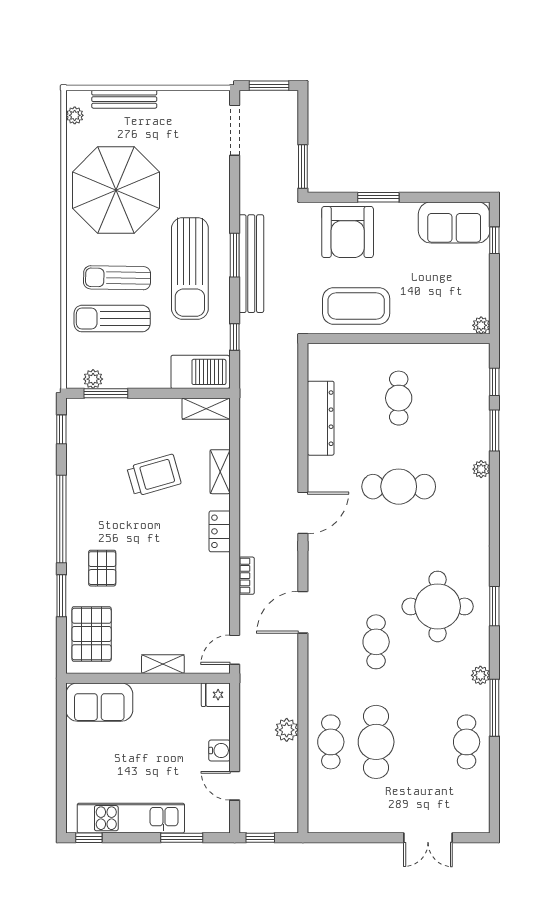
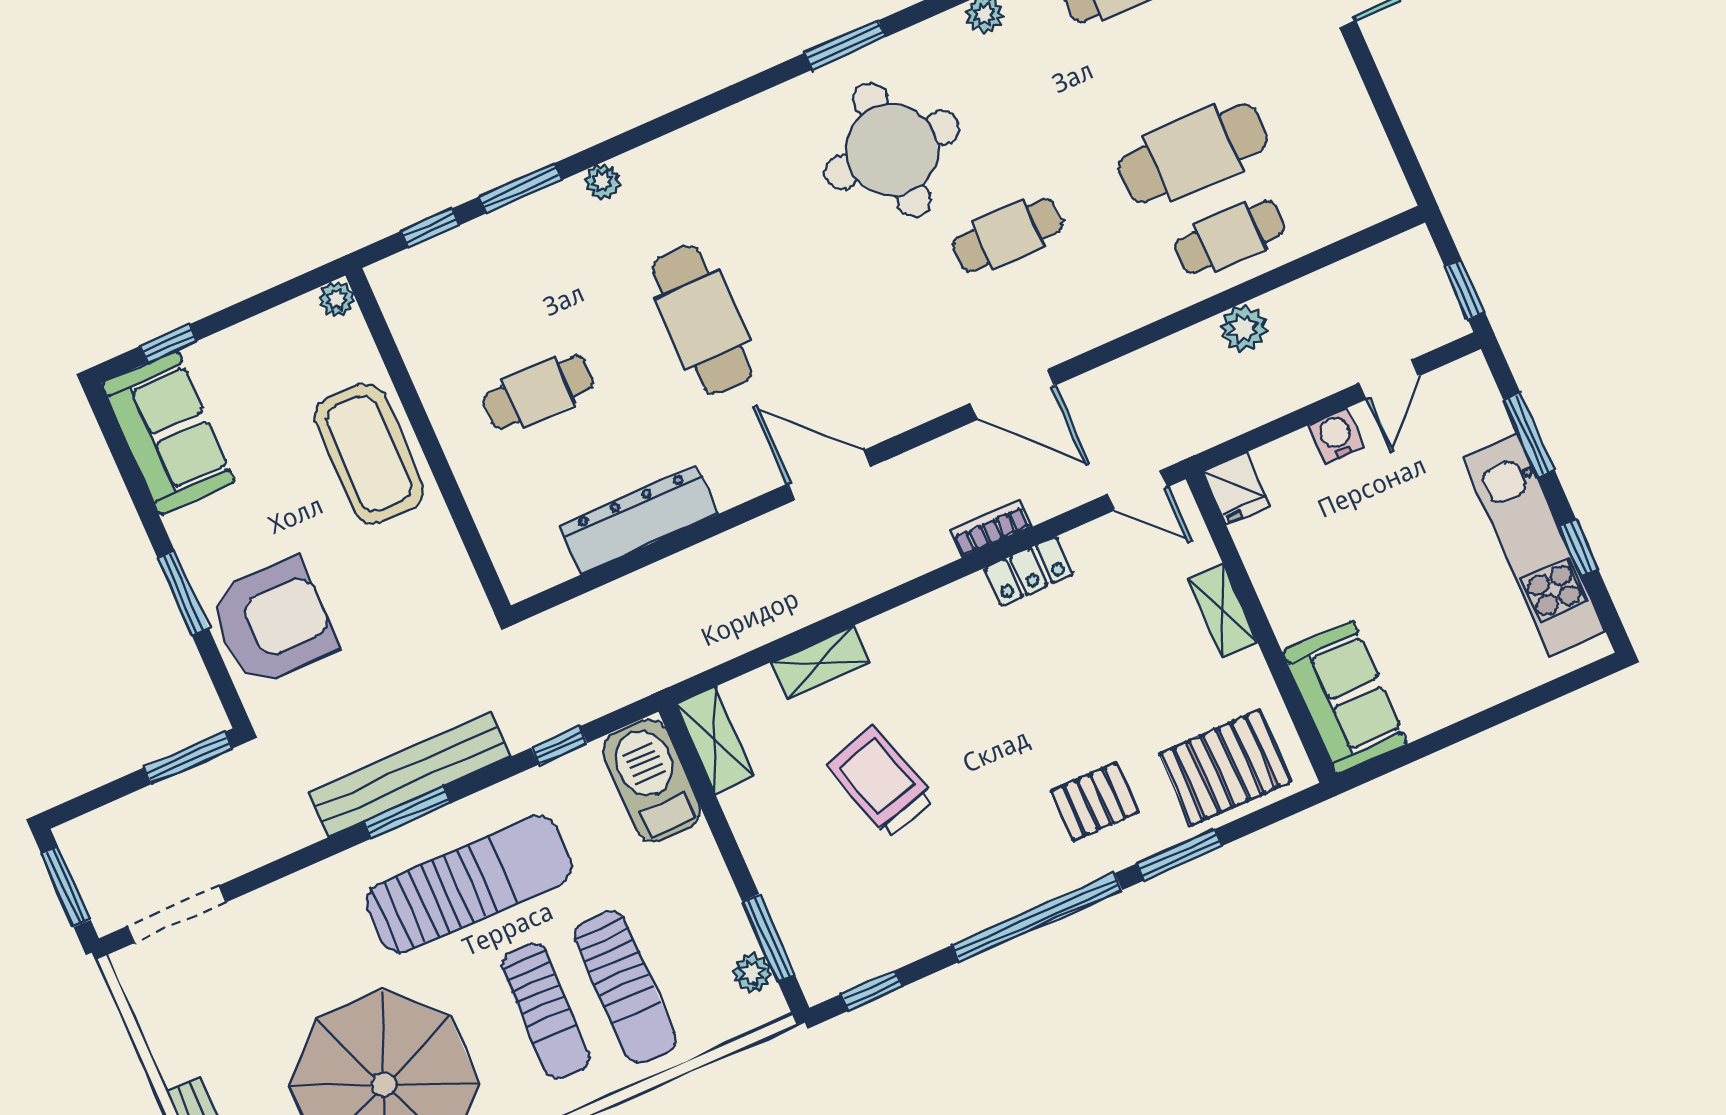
coffee table: (356, 306) -> (369, 454), moved
locker: (220, 531) -> (1029, 571), moved
window: (89, 838) -> (1579, 548), moved

